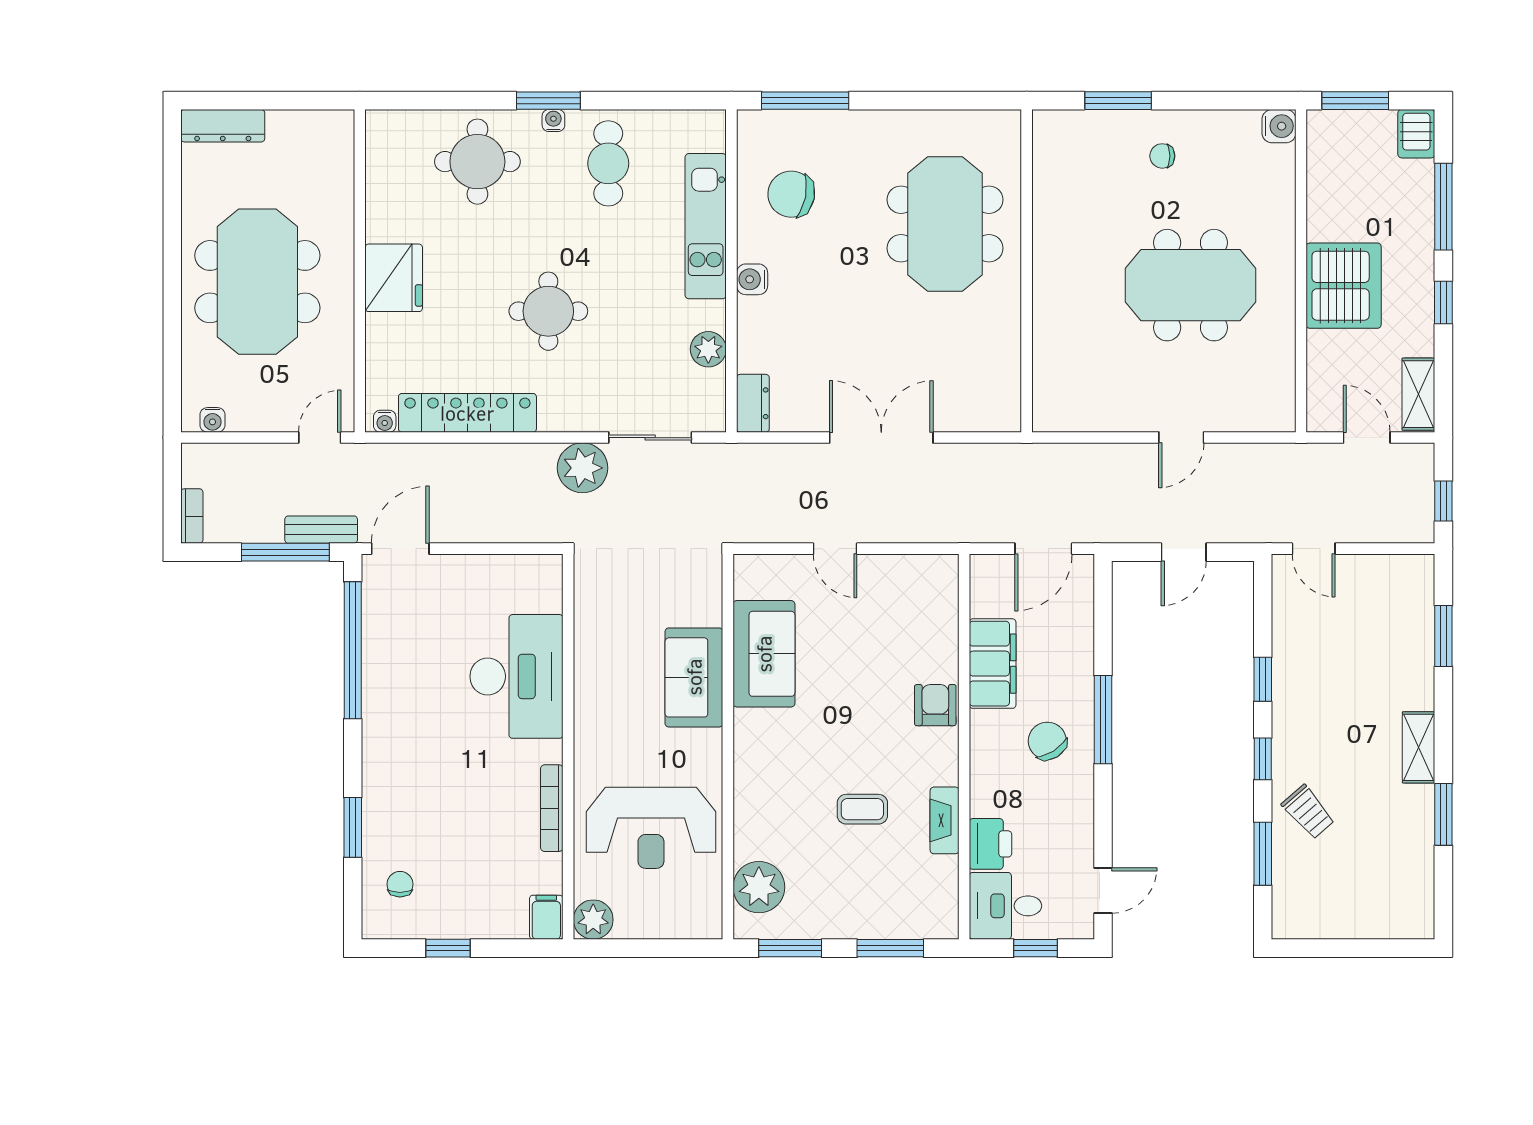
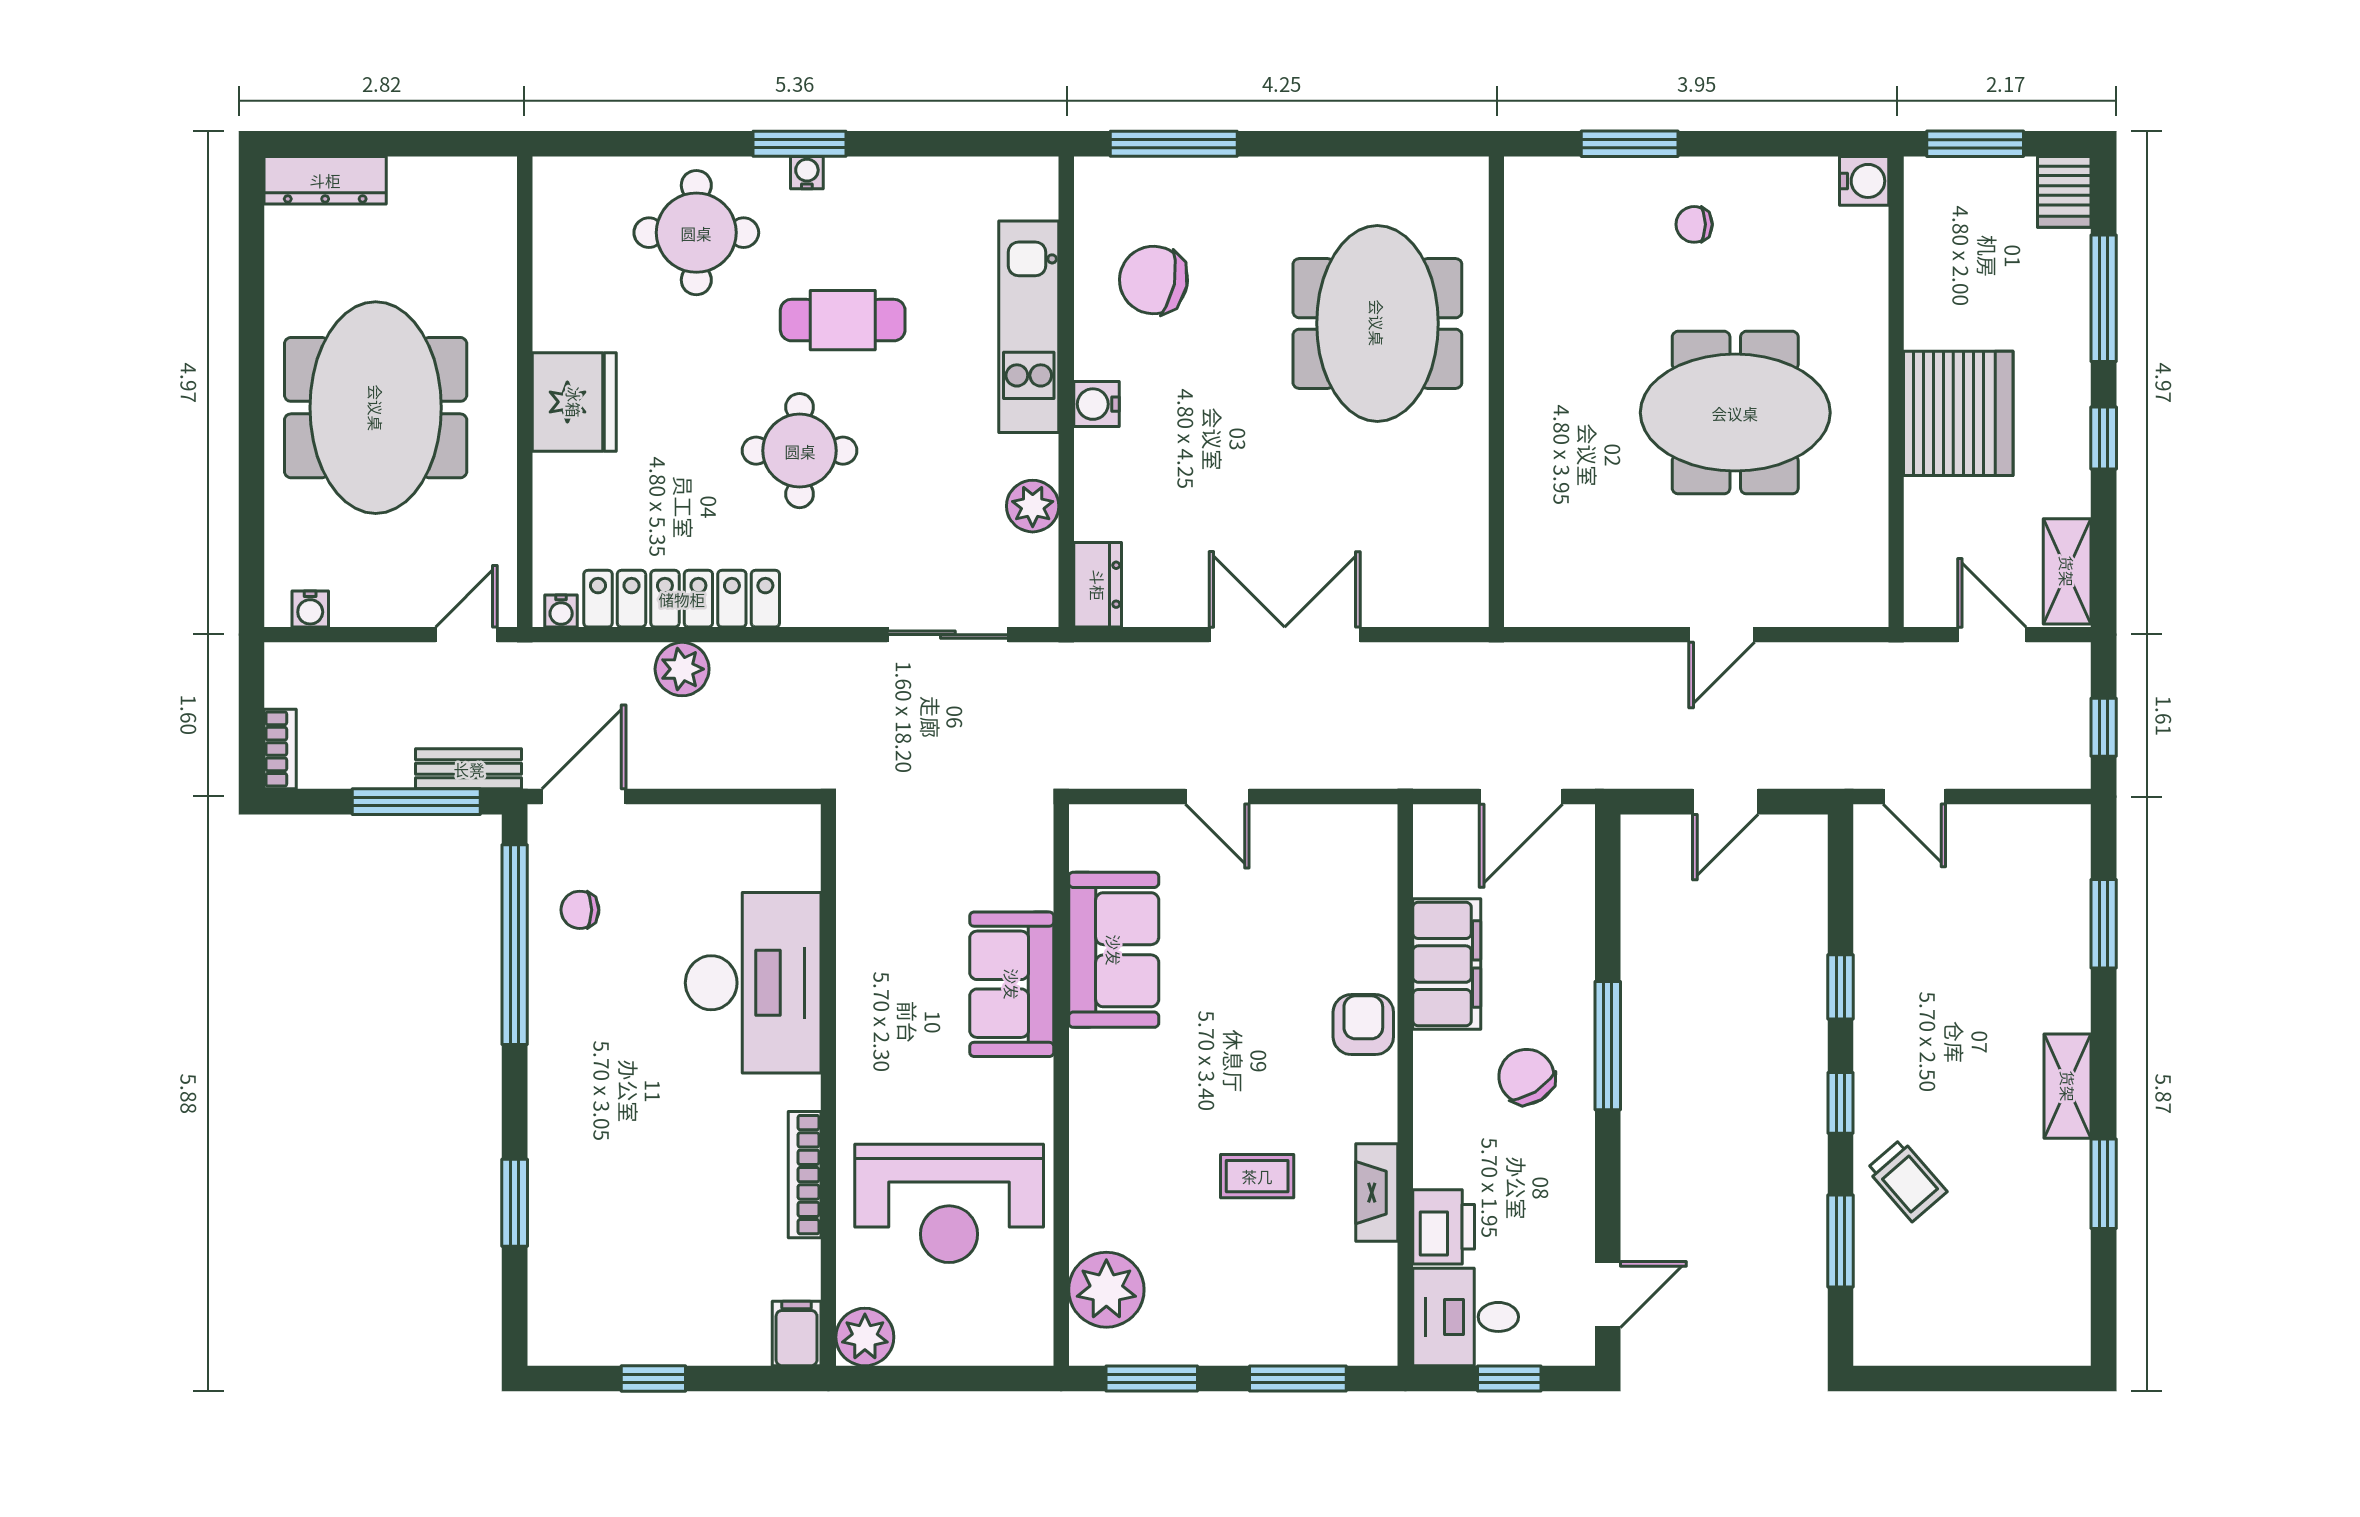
cafe table: (608, 163) -> (843, 320), moved, turned 90
plant: (583, 468) -> (682, 669), moved, width x0.73, depth x0.73
chair: (400, 884) -> (580, 910), moved, turned -90

